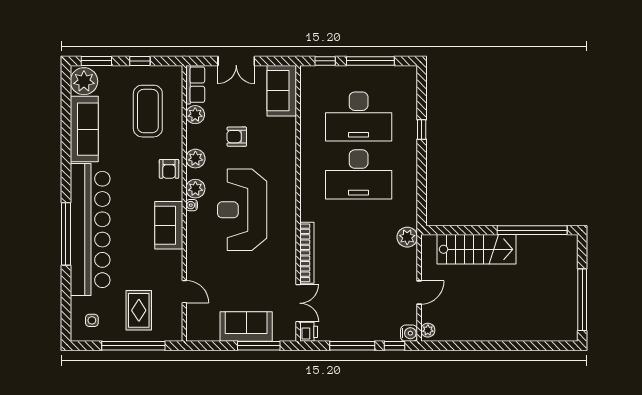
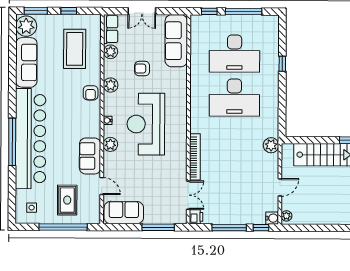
sofa: (282, 91) -> (176, 41), width x1.36
plant: (195, 189) -> (110, 144), moved
sofa: (169, 225) -> (90, 156), moved
sofa: (246, 327) -> (124, 213), moved

